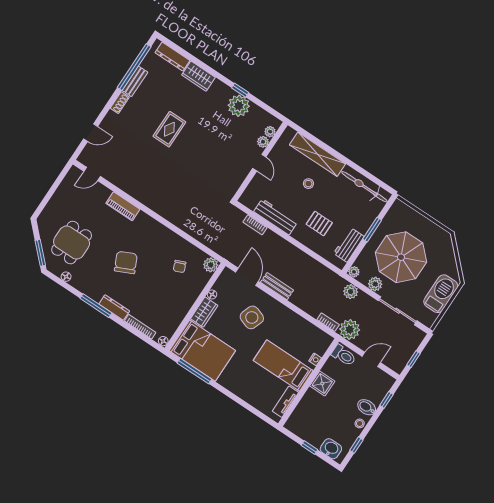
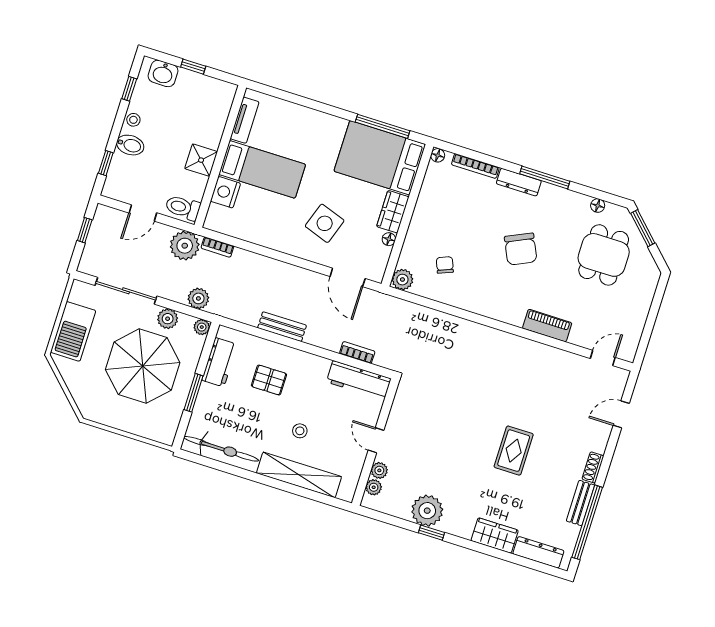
workbench: (276, 217) -> (359, 380), moved
bench: (277, 286) -> (282, 327), moved
nightstand: (315, 359) -> (225, 192), width x1.89, depth x1.79

